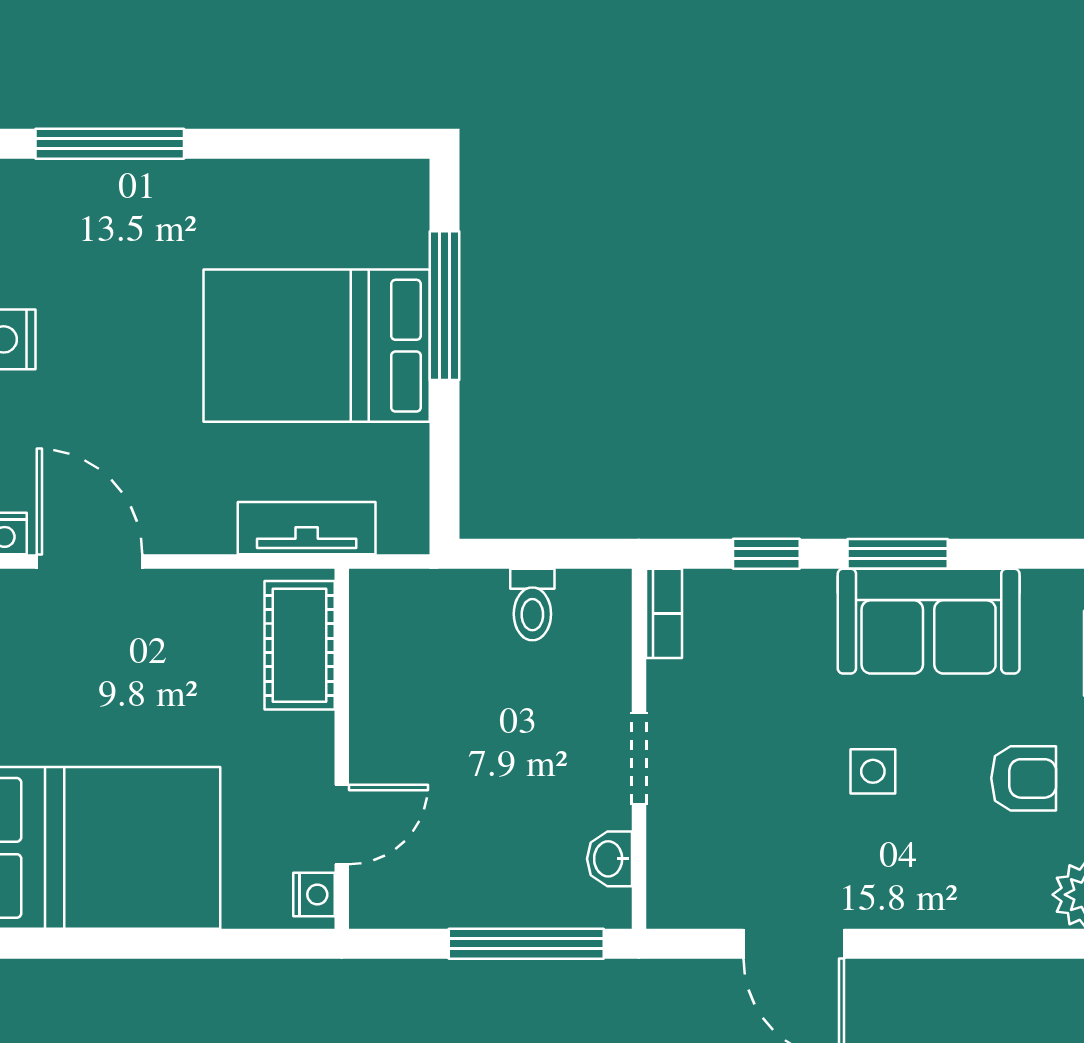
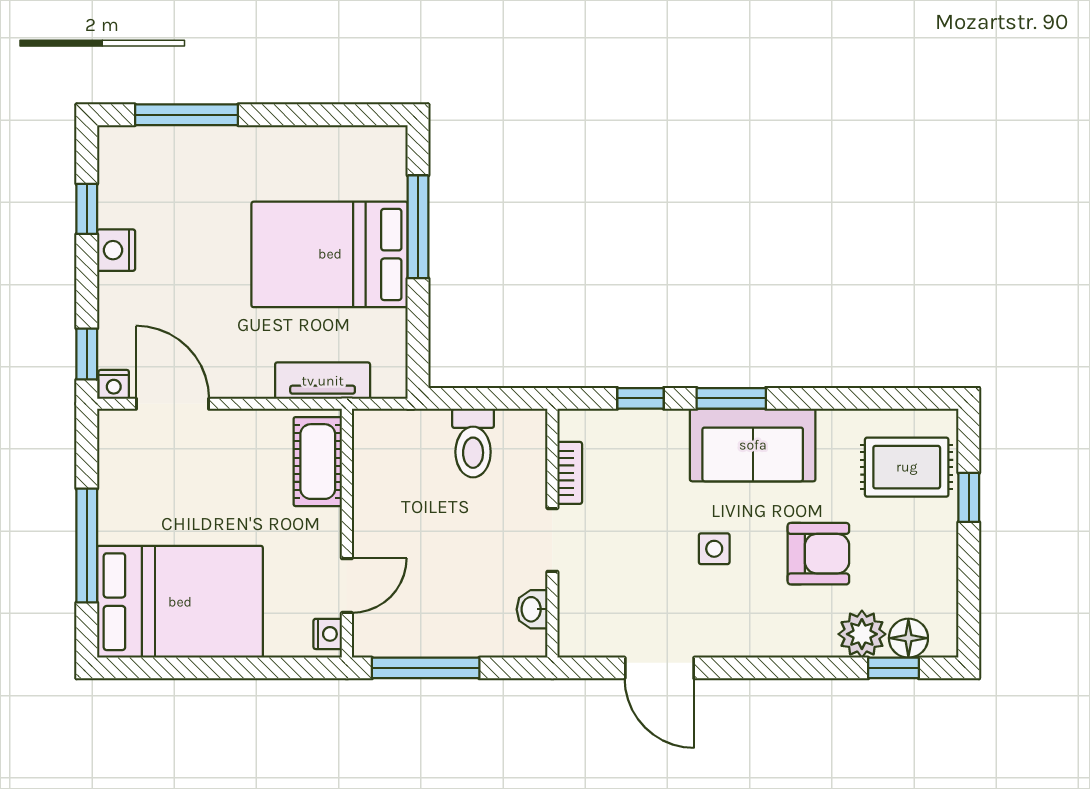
toilet: (532, 605) -> (473, 443), width x1.37, depth x1.39
bookcase: (664, 613) -> (570, 473), moved
armchair: (1024, 778) -> (818, 554), width x1.38, depth x1.38
window: (526, 944) -> (426, 668), moved

